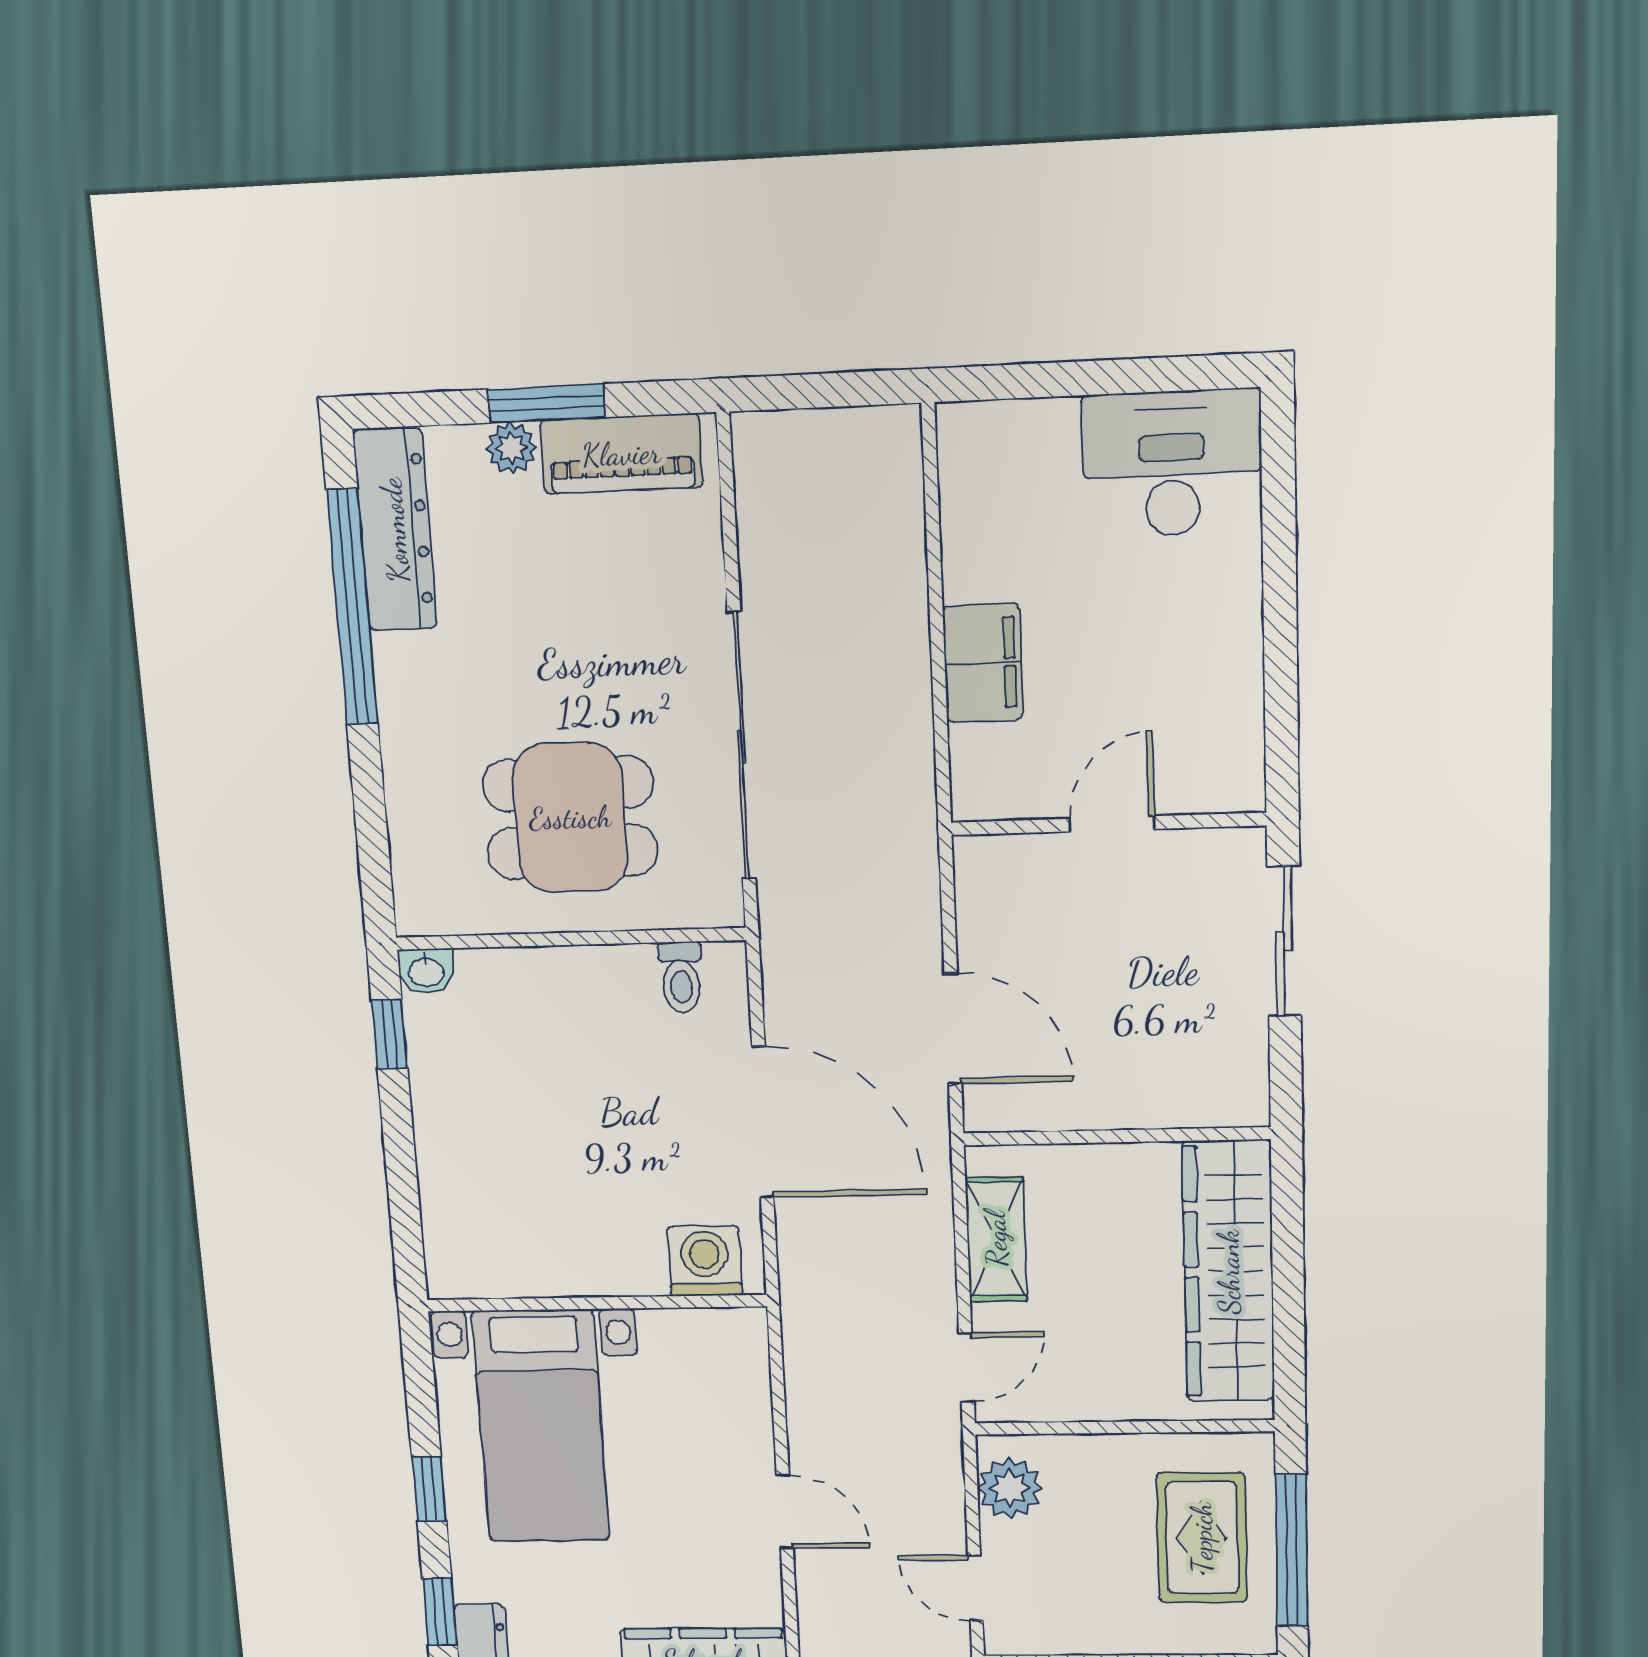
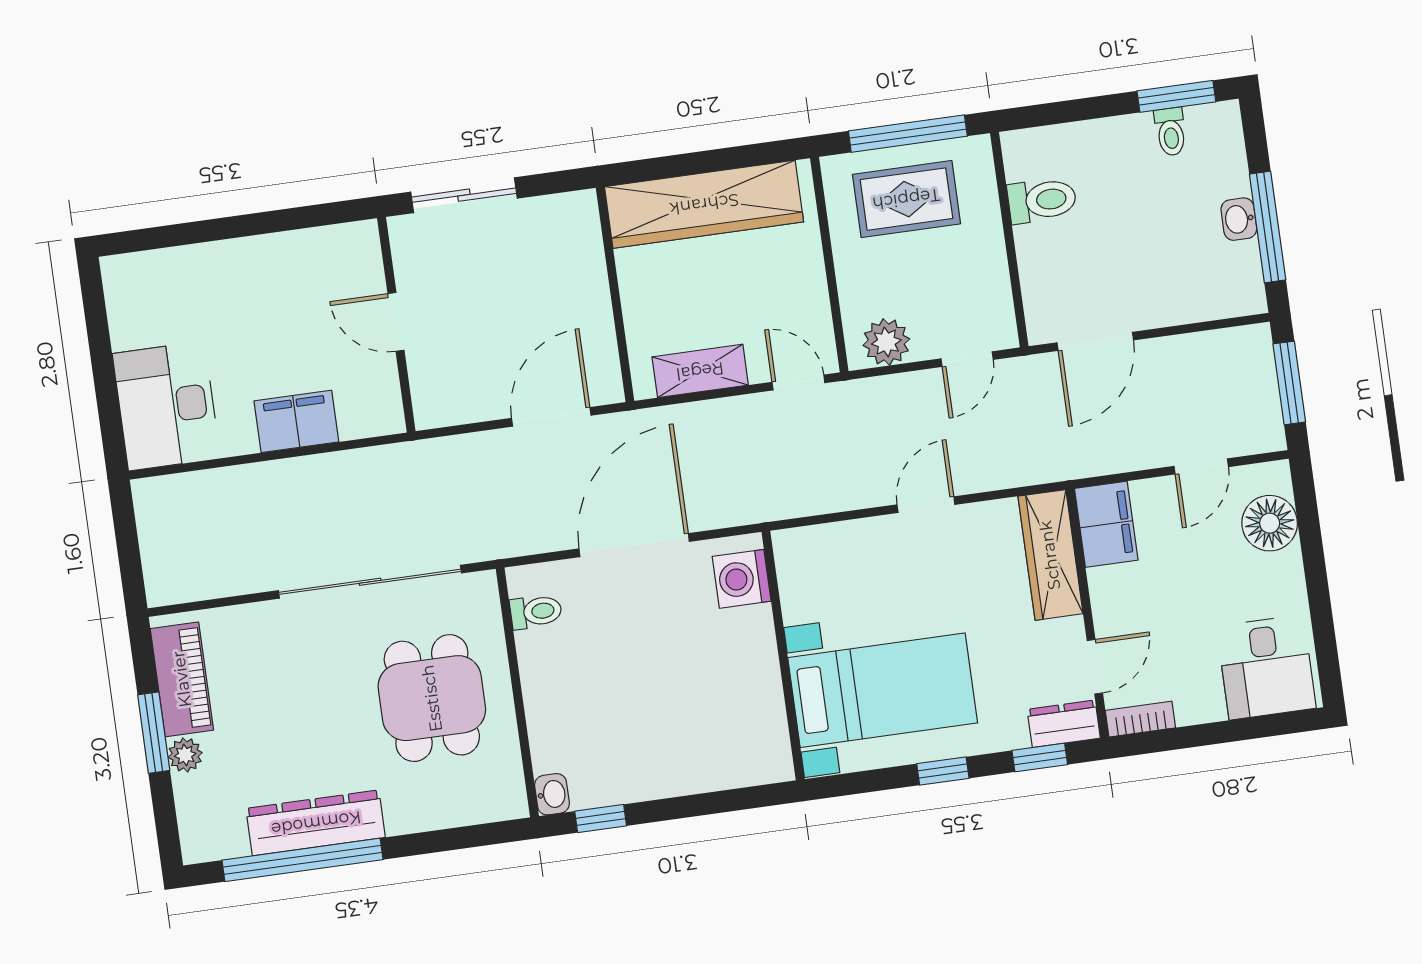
desk: (1172, 463) -> (166, 406), moved
dresser: (395, 530) -> (316, 823), moved

